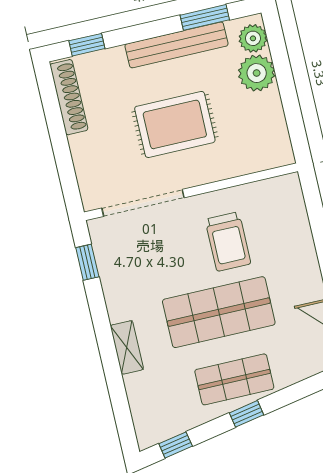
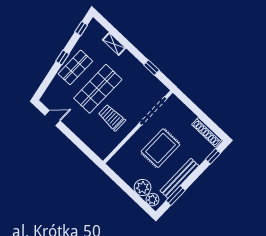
window: (87, 262) -> (151, 68), moved
shelving: (127, 347) -> (114, 44), moved

